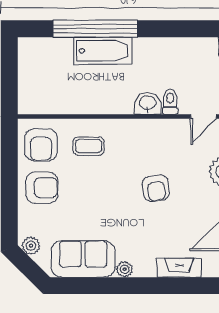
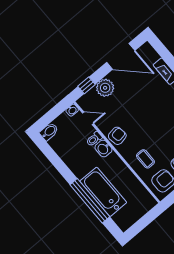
bathtub: (103, 51) -> (103, 192), width x1.36, depth x1.36
armchair: (156, 188) -> (117, 136), moved

